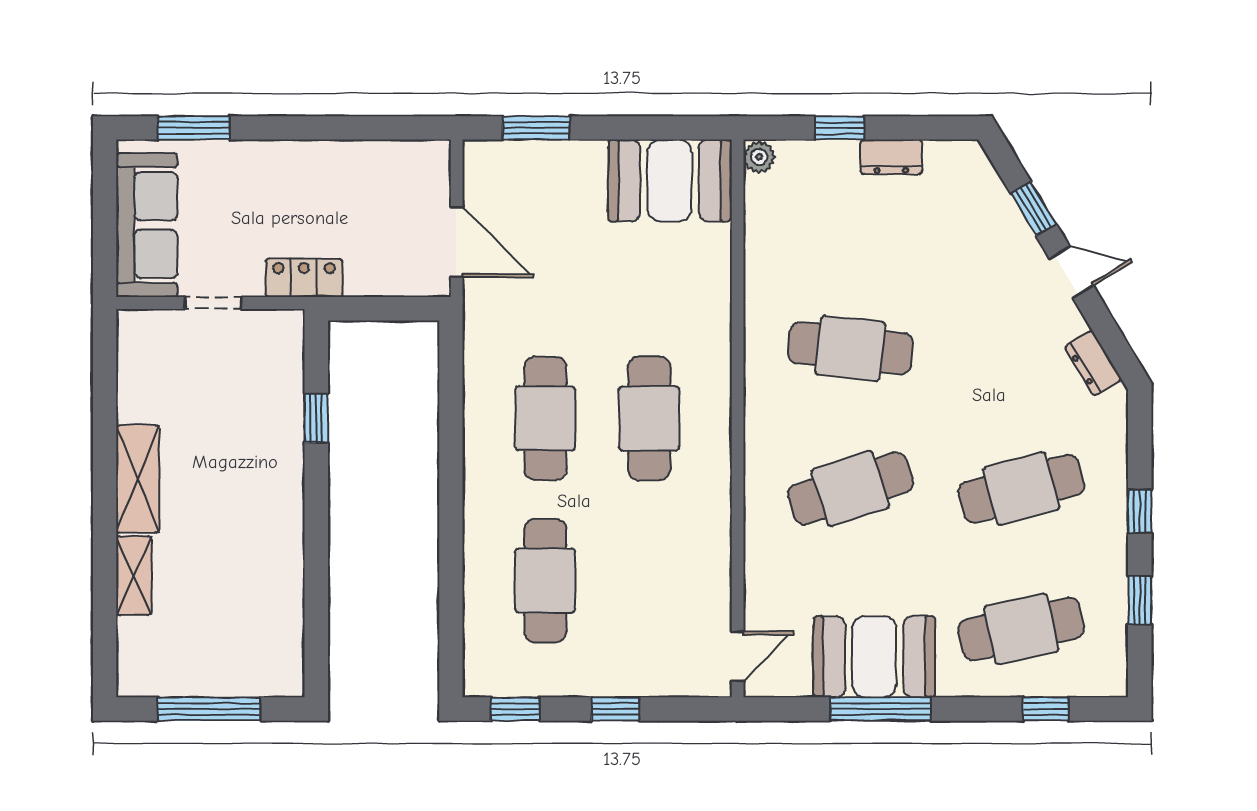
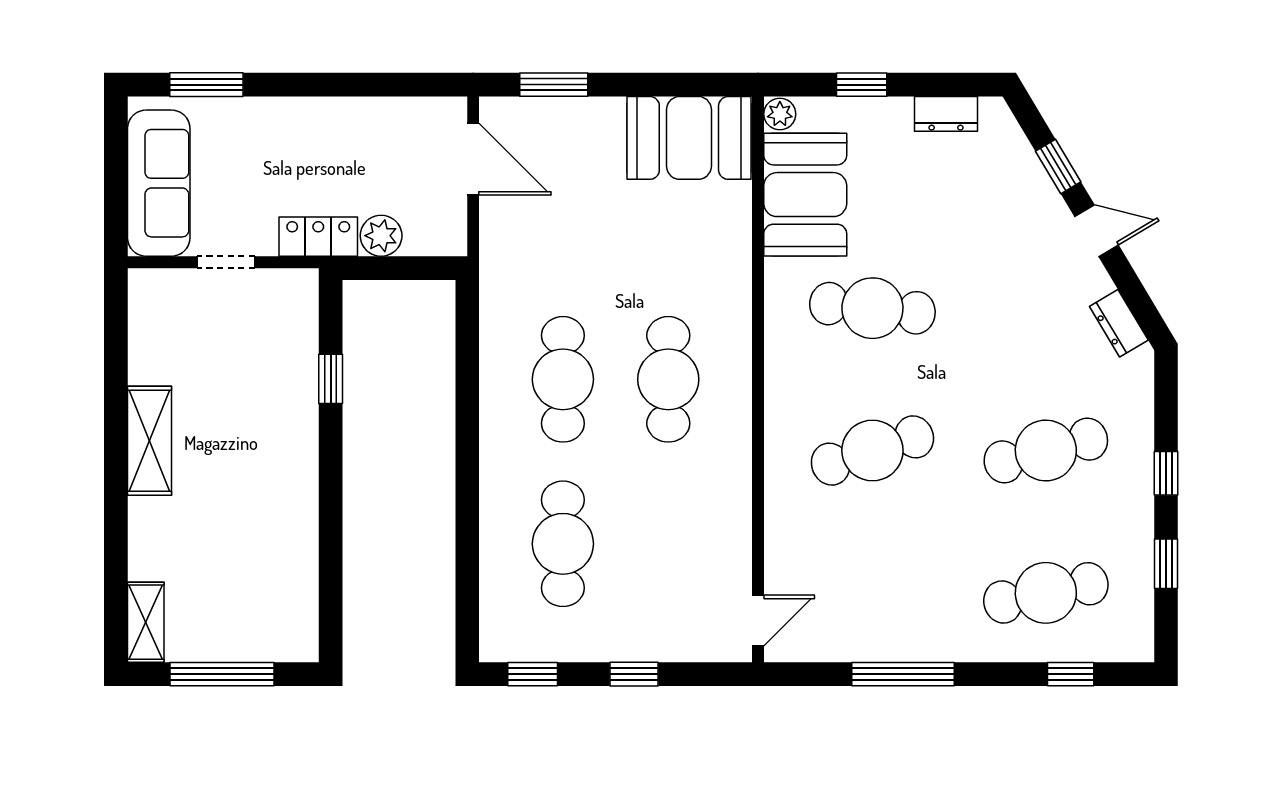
dresser: (891, 157) -> (946, 114), moved
door: (457, 242) -> (473, 159), moved
plant: (366, 277) -> (381, 236), added
shelving: (134, 576) -> (146, 622), moved
booth: (874, 657) -> (805, 195), moved, turned 90

